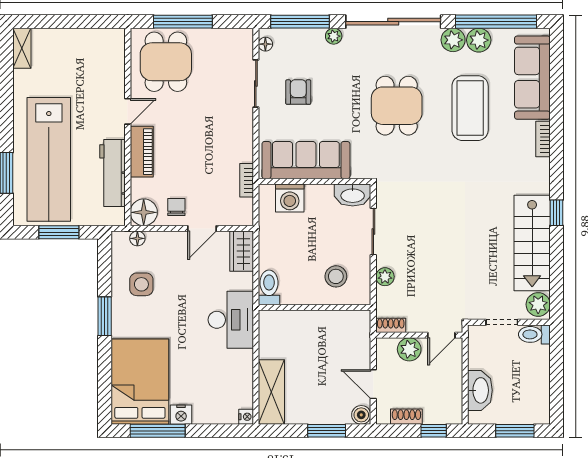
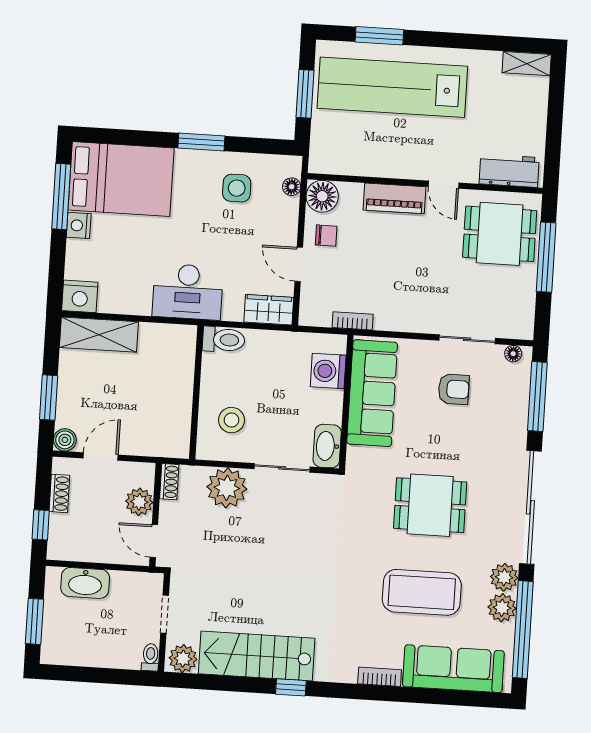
plant: (334, 36) -> (518, 435), removed
workbench: (113, 173) -> (509, 171), moved, width x0.73
plant: (385, 277) -> (227, 488), width x1.87, depth x1.87
toilet: (534, 334) -> (150, 657), width x0.73, depth x0.72
nightstand: (246, 417) -> (80, 296), width x1.89, depth x1.79

